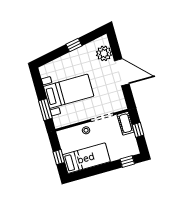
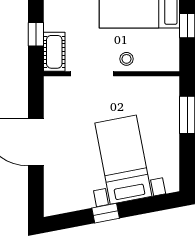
plant: (104, 53) -> (58, 184), removed
bed with nightstands: (69, 91) -> (123, 160), moved, turned 79

